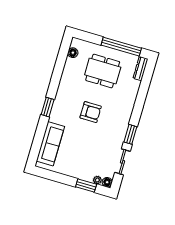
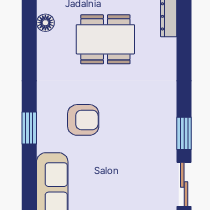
armchair: (91, 112) -> (83, 120), moved

